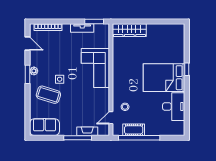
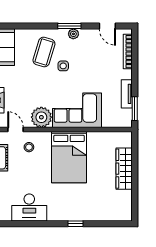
wardrobe: (129, 30) -> (124, 169), moved
door: (27, 44) -> (107, 26), hinge flipped
bed: (164, 78) -> (69, 157), moved, turned 180
plant: (101, 97) -> (41, 117), added

